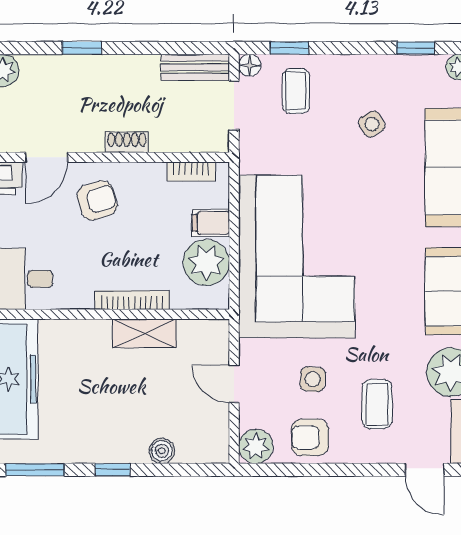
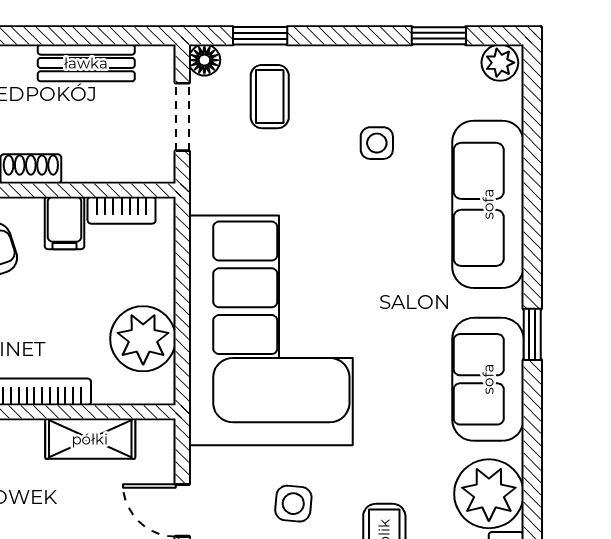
bench: (195, 67) -> (86, 63), moved
side table: (372, 124) -> (377, 143), turned 31
filing cabinet: (211, 223) -> (65, 223), moved, turned -90
shelving: (144, 333) -> (90, 439), moved

